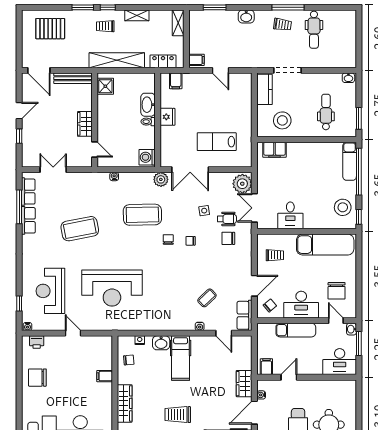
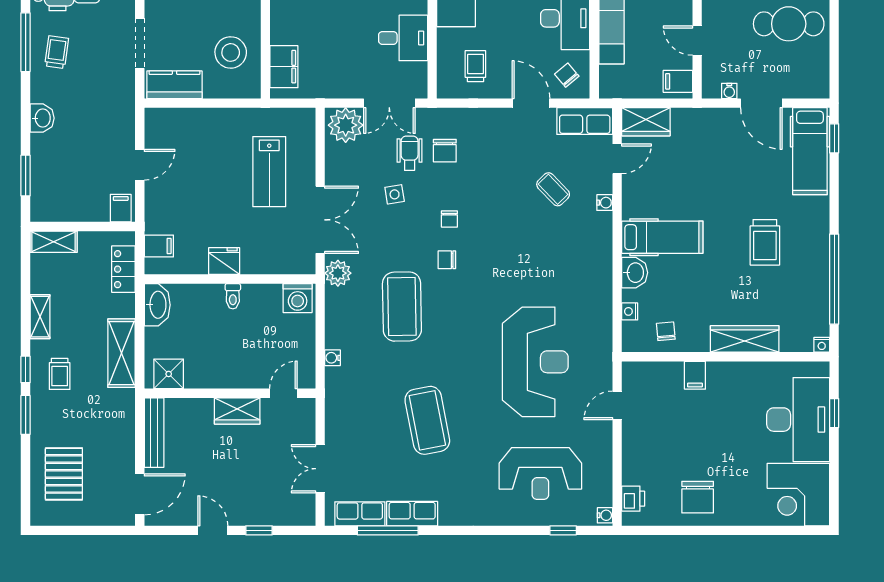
shelving: (117, 60) -> (121, 353), width x0.68
washbasin: (148, 105) -> (157, 305), moved, turned -90
door: (73, 333) -> (617, 405), moved
wardrobe: (244, 384) -> (646, 122), moved

